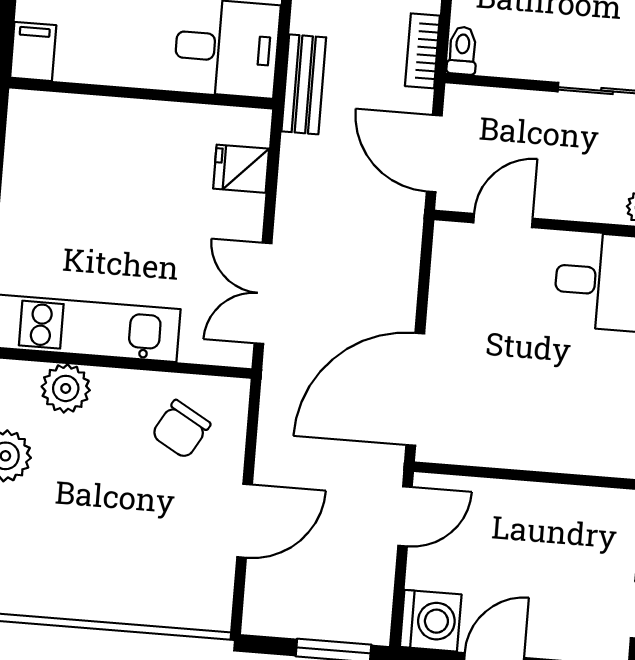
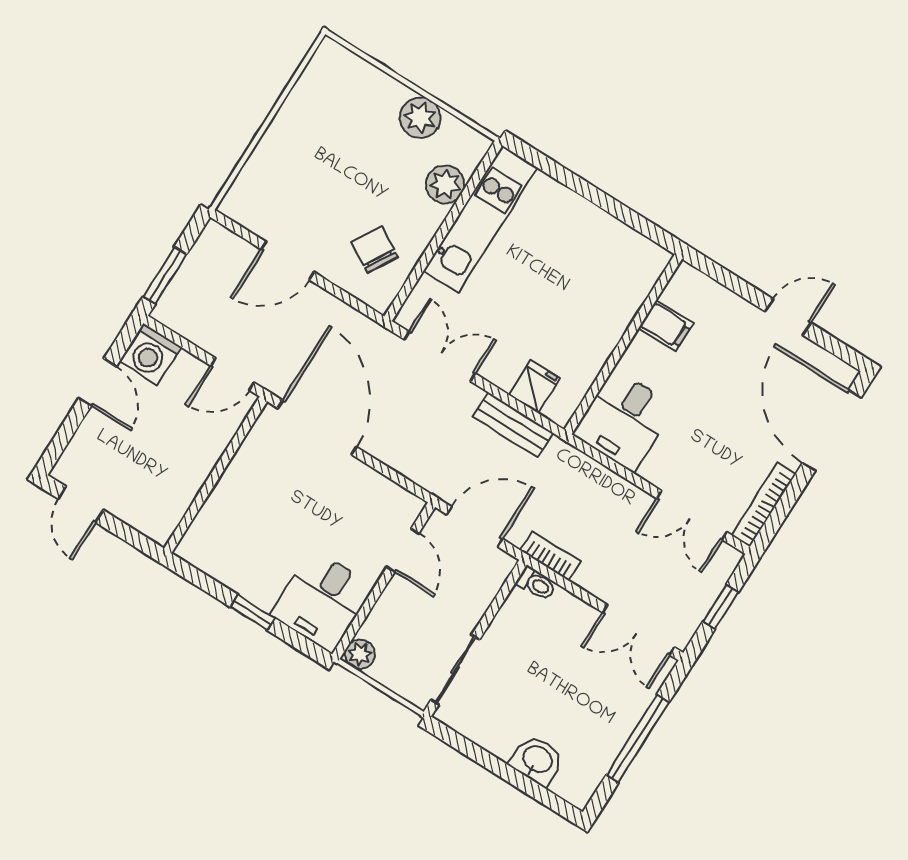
filing cabinet: (33, 51) -> (666, 326), moved
bench: (304, 84) -> (513, 425), moved
door: (405, 516) -> (232, 374), hinge flipped
door: (245, 521) -> (288, 261), hinge flipped

